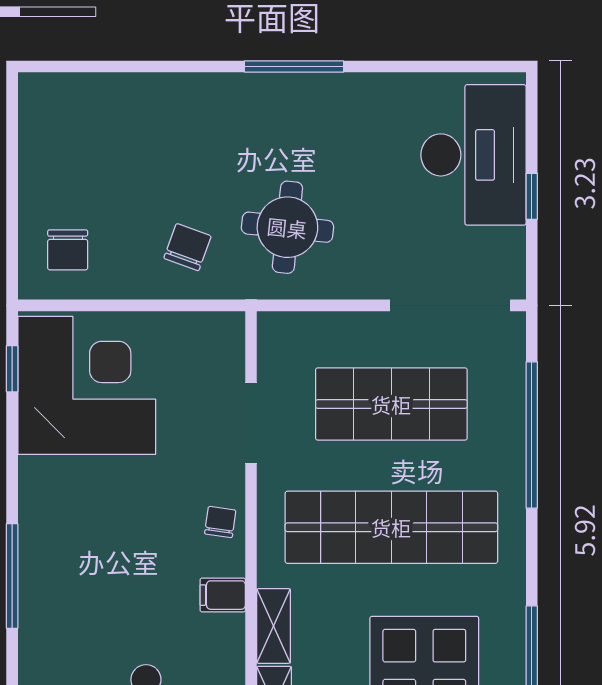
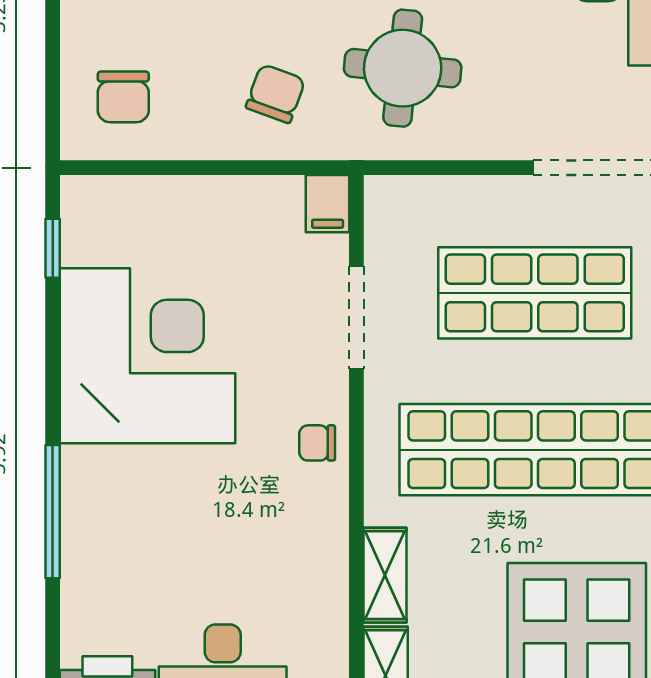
corner desk: (87, 385) -> (147, 356), moved
chair: (220, 522) -> (317, 443), turned -98
filing cabinet: (223, 595) -> (328, 204), moved, turned -90

